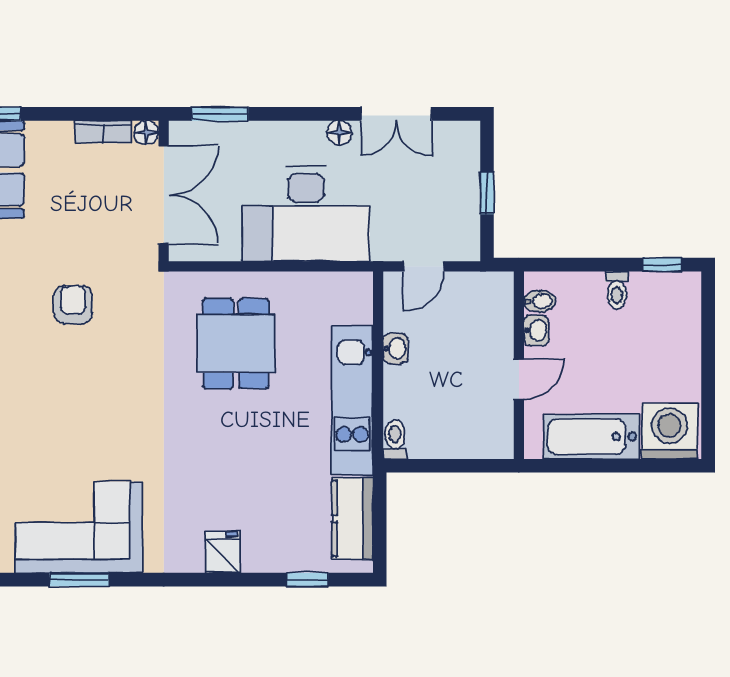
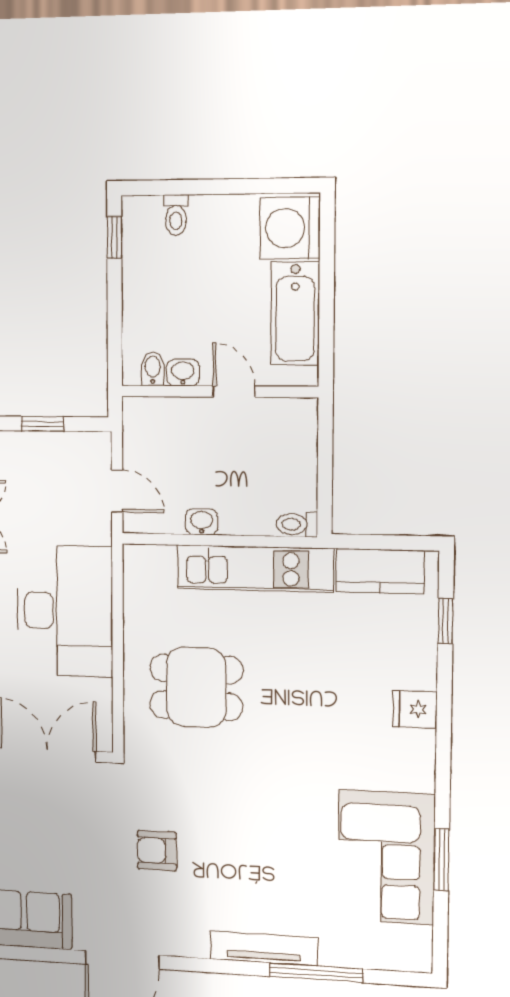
toilet: (617, 290) -> (176, 215), moved, turned 90

